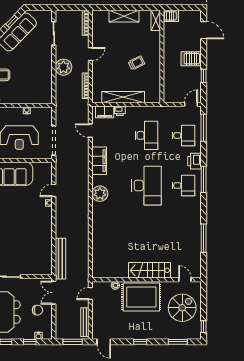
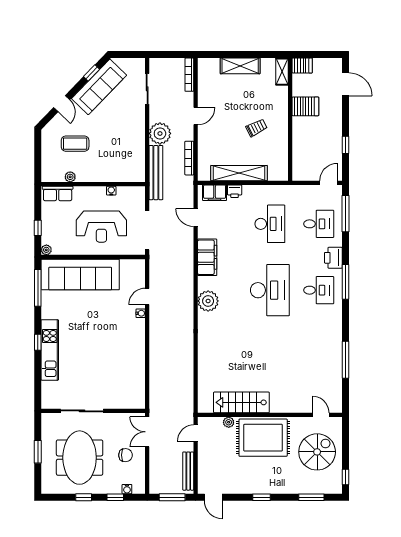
server rack: (191, 59) -> (305, 106), moved, turned 180
bench: (60, 259) -> (156, 173), moved
stairs: (150, 270) -> (241, 402), moved

